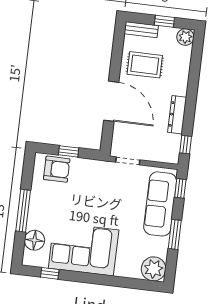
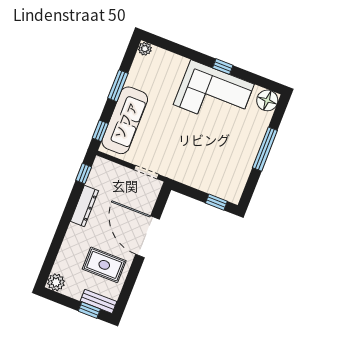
window: (164, 21) -> (89, 310), moved
window: (69, 151) -> (216, 202), moved
armchair: (57, 169) -> (220, 182), removed
floor lamp: (34, 240) -> (267, 100), moved
plant: (154, 269) -> (145, 49), width x0.53, depth x0.53
window: (50, 273) -> (223, 67), moved

